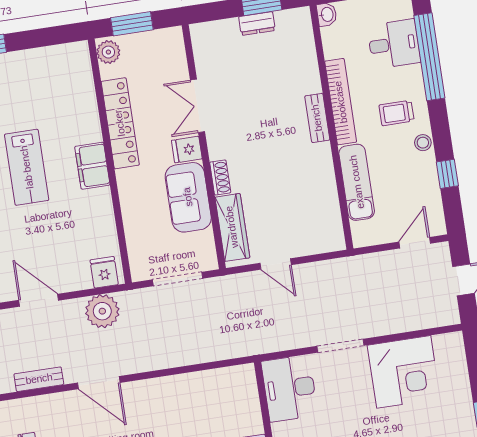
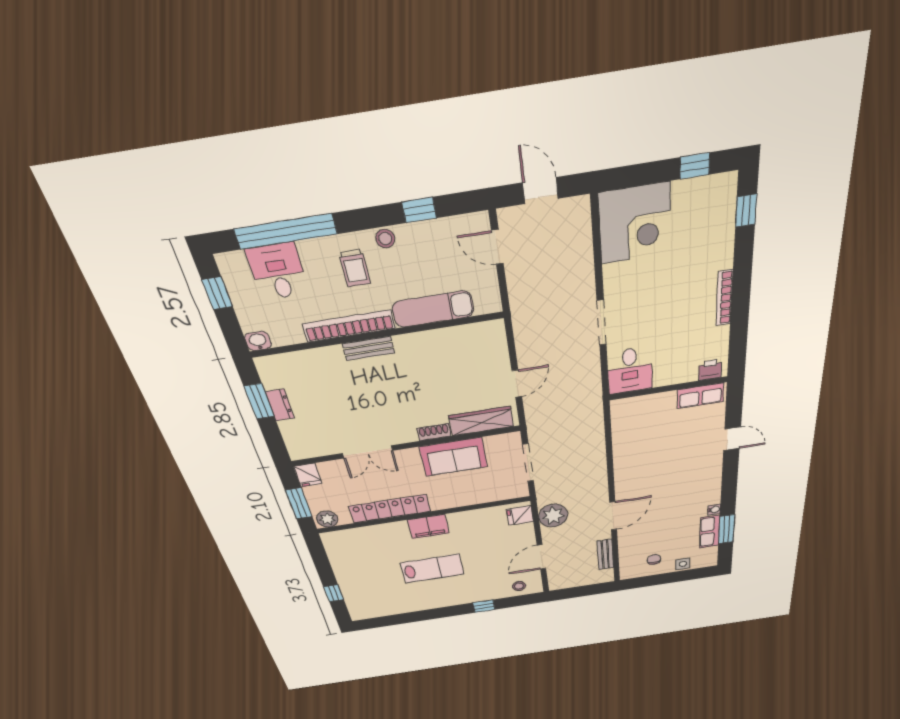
fridge: (187, 150) -> (308, 475), moved
corner desk: (404, 372) -> (635, 224), moved, turned 90
desk: (289, 388) -> (630, 370), width x0.73

